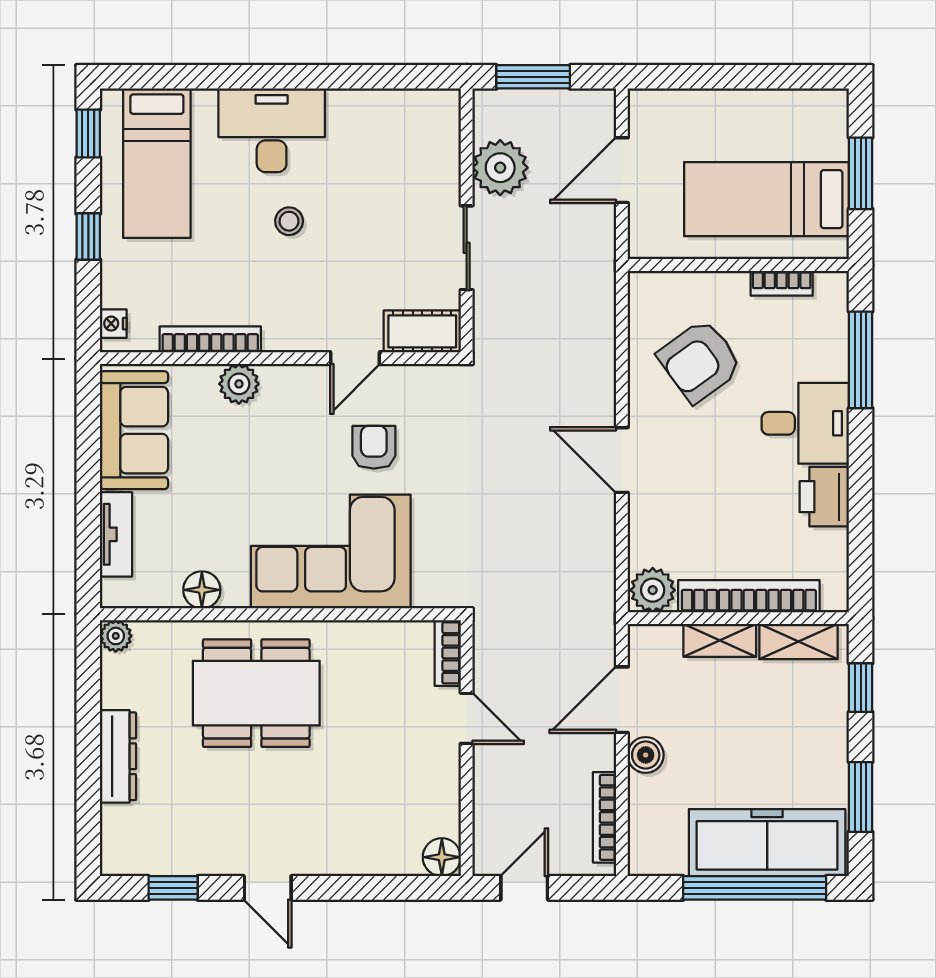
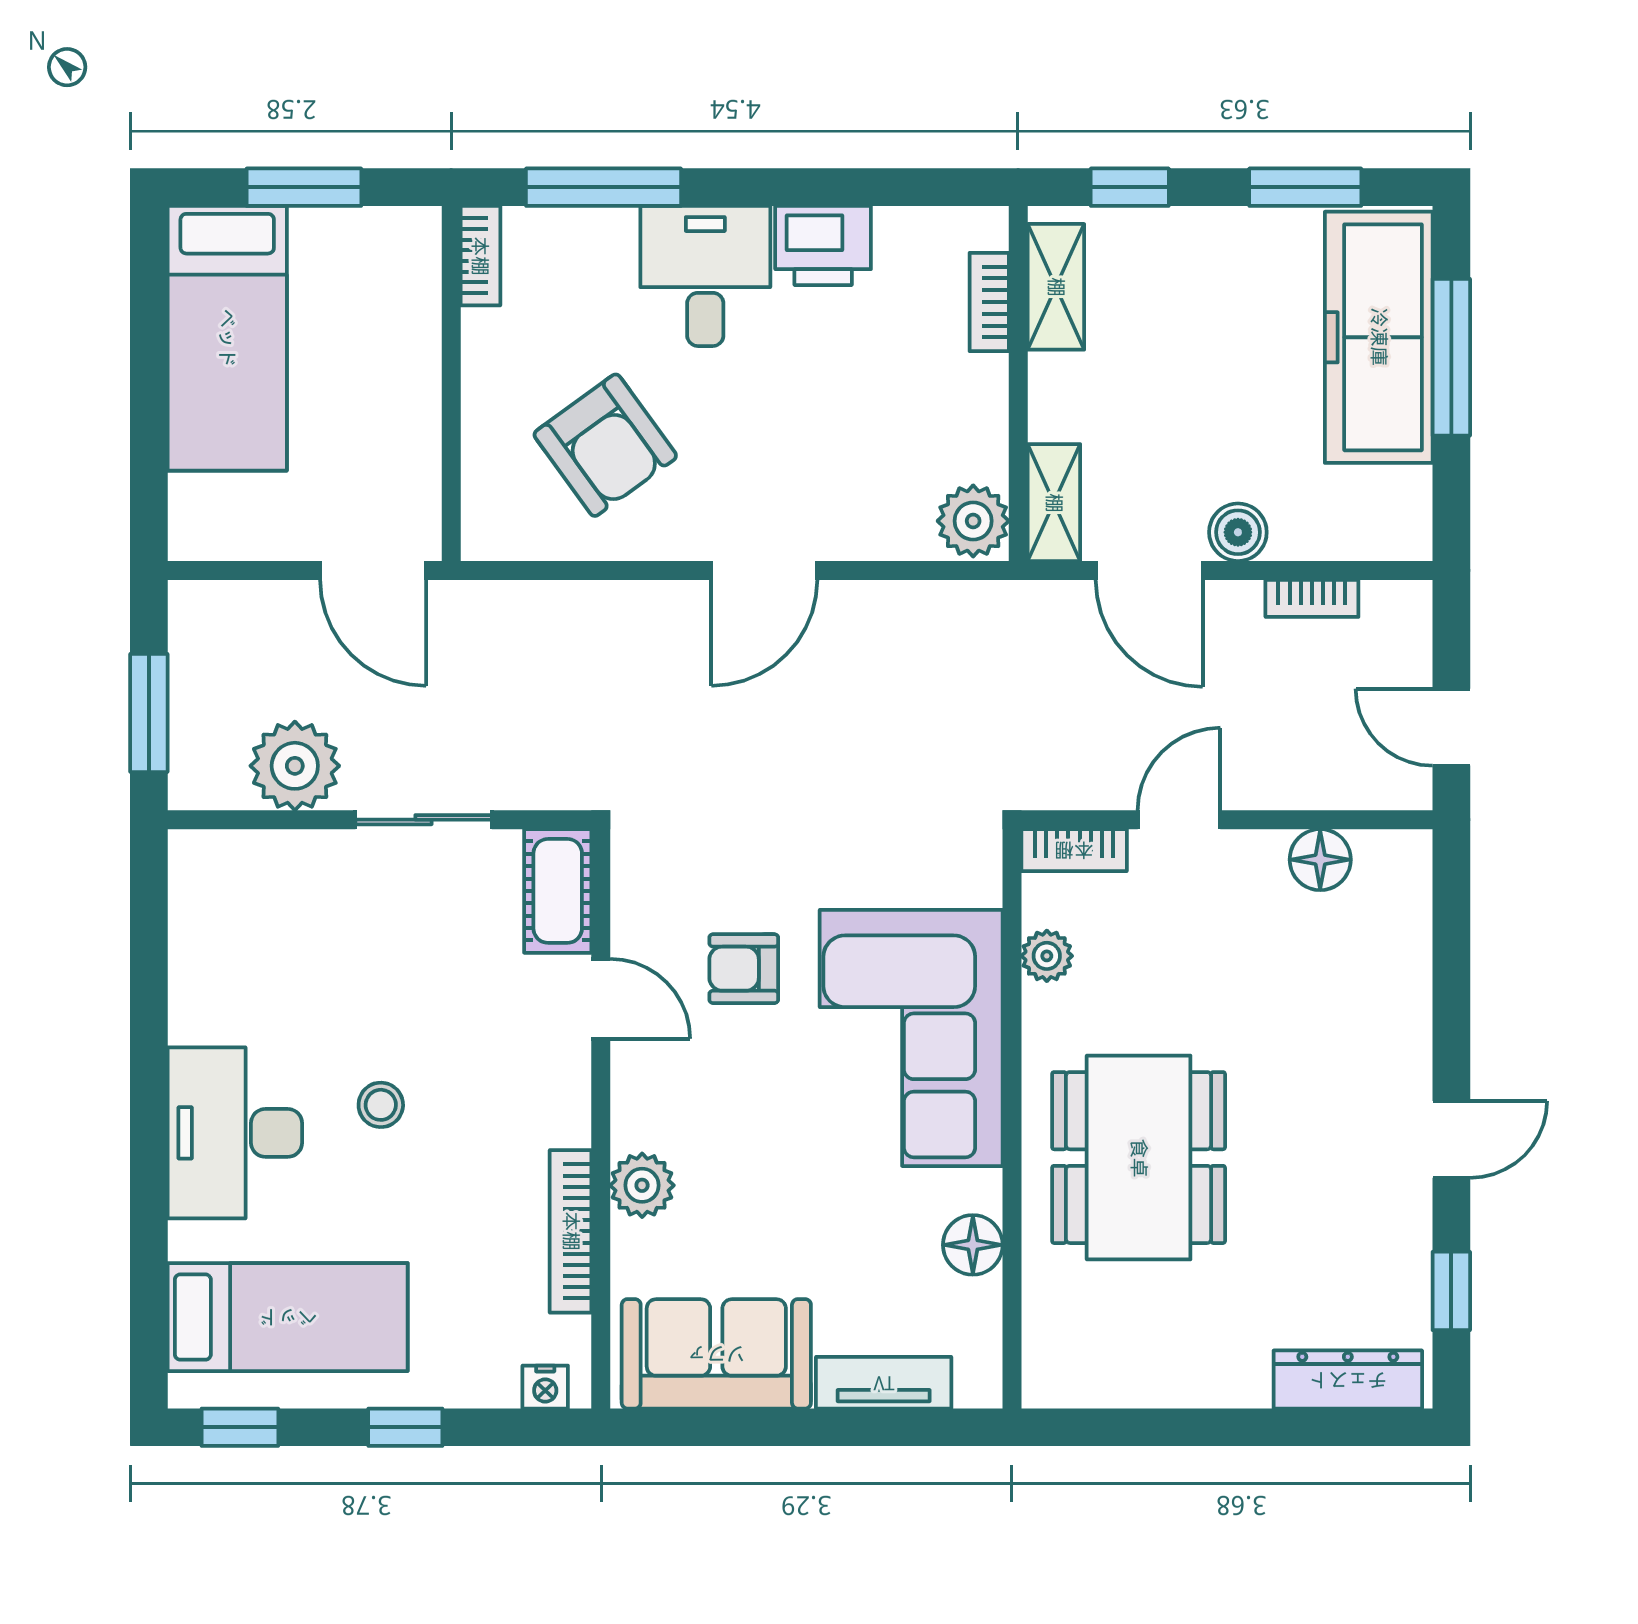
door: (622, 170) -> (373, 570), moved
bed: (766, 199) -> (227, 338), moved
bookcase: (782, 283) -> (480, 256), moved
bookcase: (749, 596) -> (989, 302), width x0.43, depth x0.76
plant: (116, 636) -> (1047, 956), moved
shelving: (720, 640) -> (1054, 503), moved
dresser: (118, 756) -> (1348, 1380), moved
bookcase: (604, 817) -> (1312, 598), width x0.64
floor lamp: (442, 857) -> (1320, 860), moved
window: (755, 888) -> (1451, 357), width x0.68

